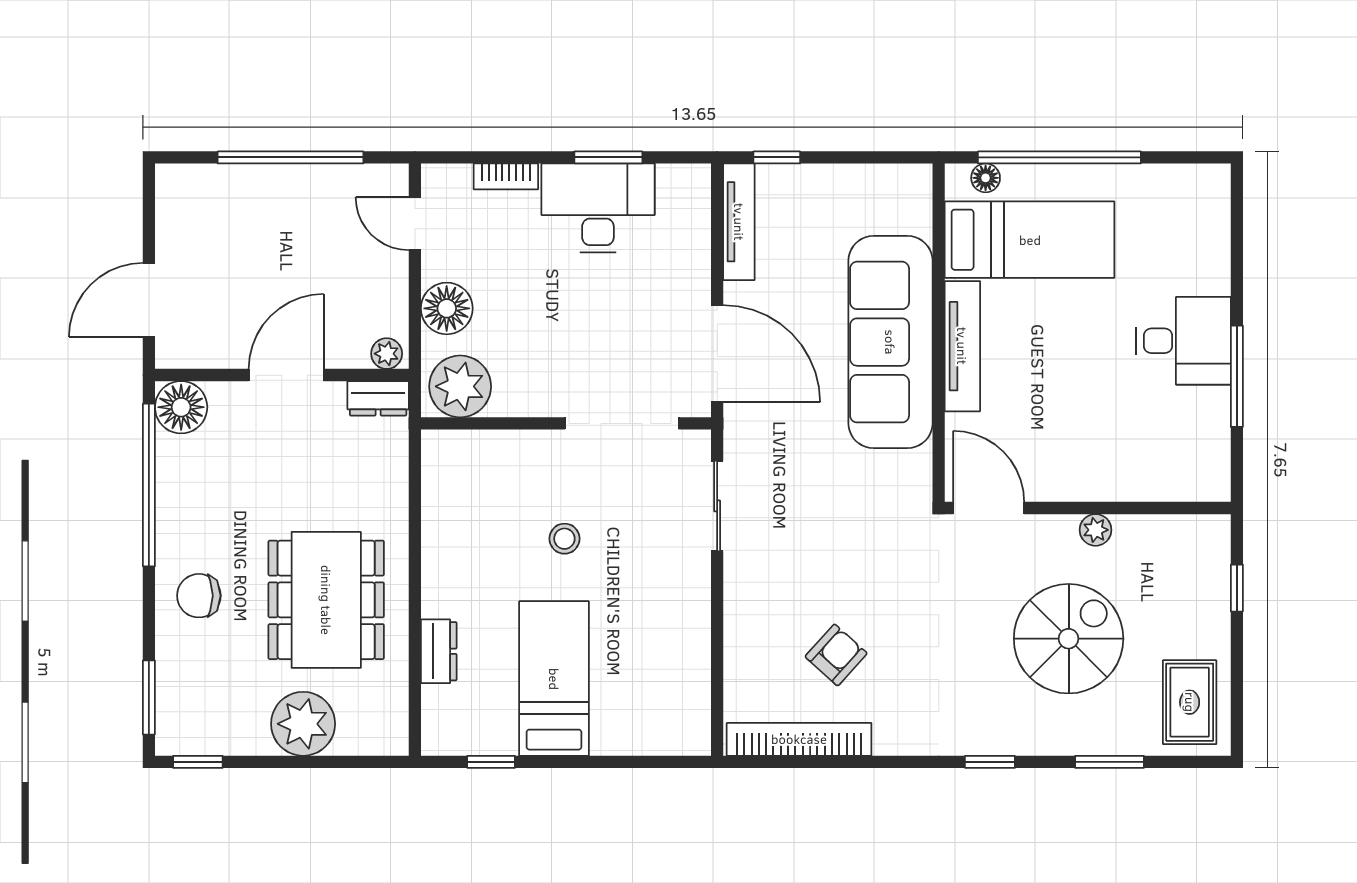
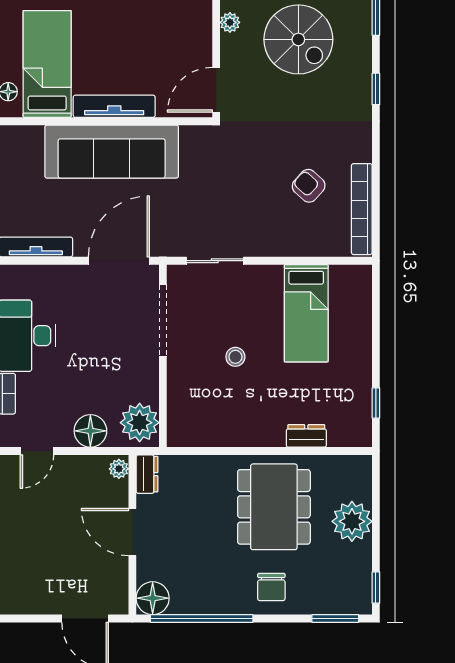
dining table: (326, 600) -> (274, 507), turned 90
spiral stairs: (1069, 639) -> (298, 39), turned 180
bed: (554, 679) -> (306, 313), moved, turned -90

